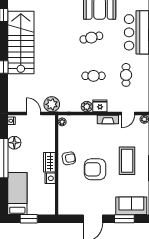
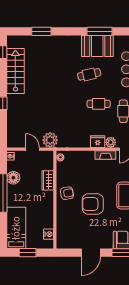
stairs: (21, 42) -> (15, 71), width x0.73, depth x0.66
cafe table: (94, 76) -> (99, 104), moved
plant: (87, 107) -> (111, 142), moved
wardrobe: (49, 162) -> (48, 180), moved
nightstand: (50, 178) -> (49, 234), moved

